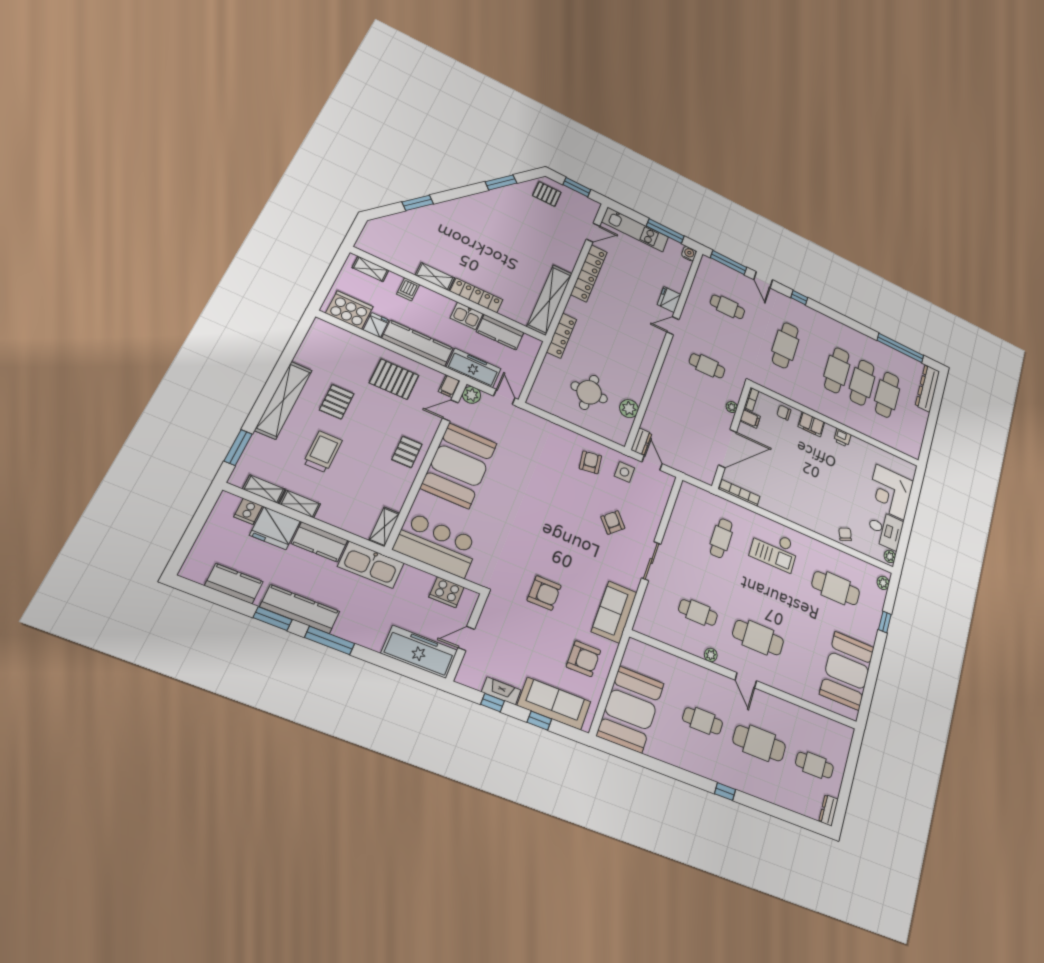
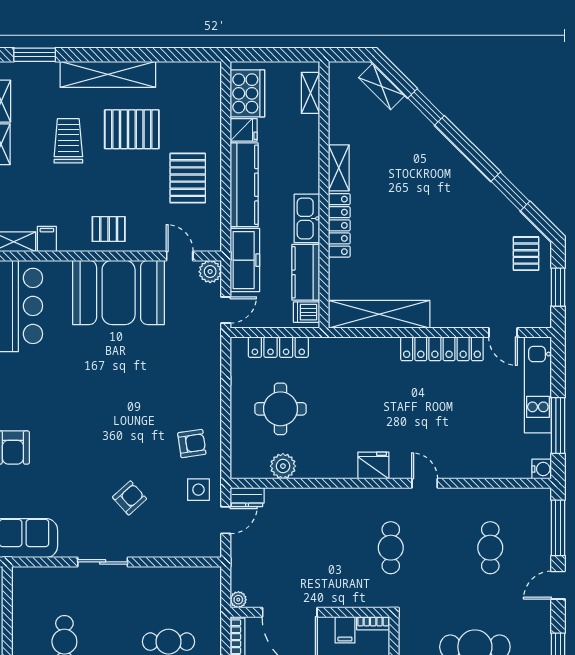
shelving: (389, 222) -> (382, 87), added
dishwasher: (408, 289) -> (307, 312), moved
fridge: (669, 300) -> (373, 465), moved
kitchen sink: (467, 316) -> (307, 218), width x1.38
locker: (562, 336) -> (278, 347), moved
filing cabinet: (449, 386) -> (47, 239), moved, turned 90
pallet: (337, 402) -> (132, 129), width x1.50, depth x1.42
plant: (732, 407) -> (238, 600), moved
trolley: (323, 452) -> (68, 141), turned -90

